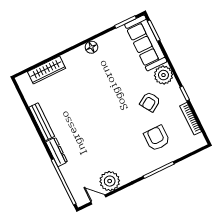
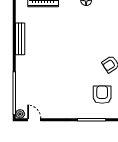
dresser: (57, 152) -> (20, 68), removed
plant: (110, 181) -> (20, 114), moved, width x0.53, depth x0.53

